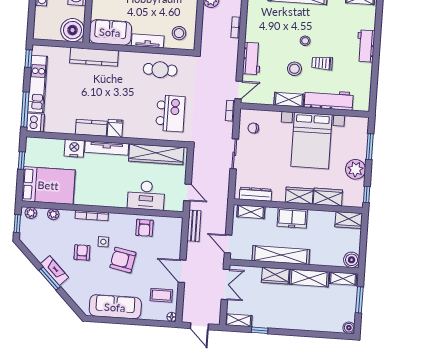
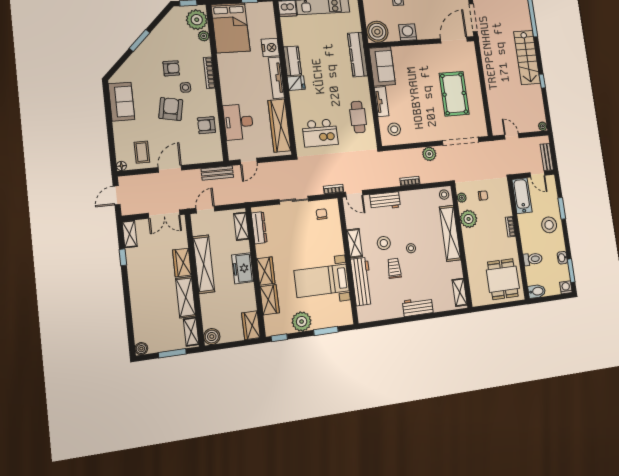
bed with nightstands: (311, 141) -> (322, 281), width x0.73
plant: (31, 213) -> (197, 20), width x1.88, depth x1.88
fireplace: (54, 270) -> (148, 44), removed
sofa: (115, 307) -> (121, 102), width x0.73

